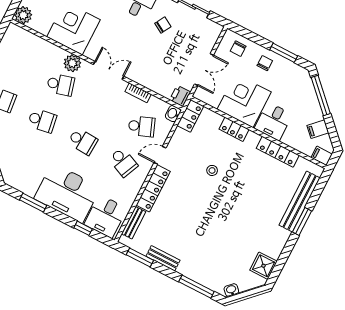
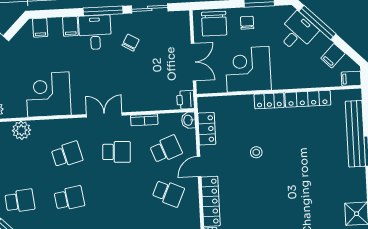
chair: (238, 49) -> (214, 24), width x1.87, depth x1.87
plant: (72, 63) -> (21, 130), moved
locker: (190, 116) -> (207, 129), moved
desk: (273, 121) -> (297, 32), moved, turned -135
locker: (234, 129) -> (269, 101), moved
school desk: (83, 141) -> (116, 152), moved

